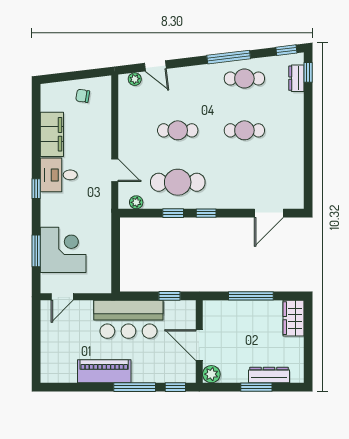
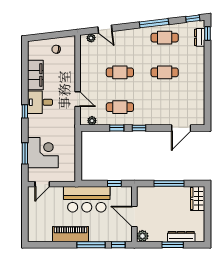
cafe table: (178, 182) -> (120, 107), width x0.73, depth x0.74

